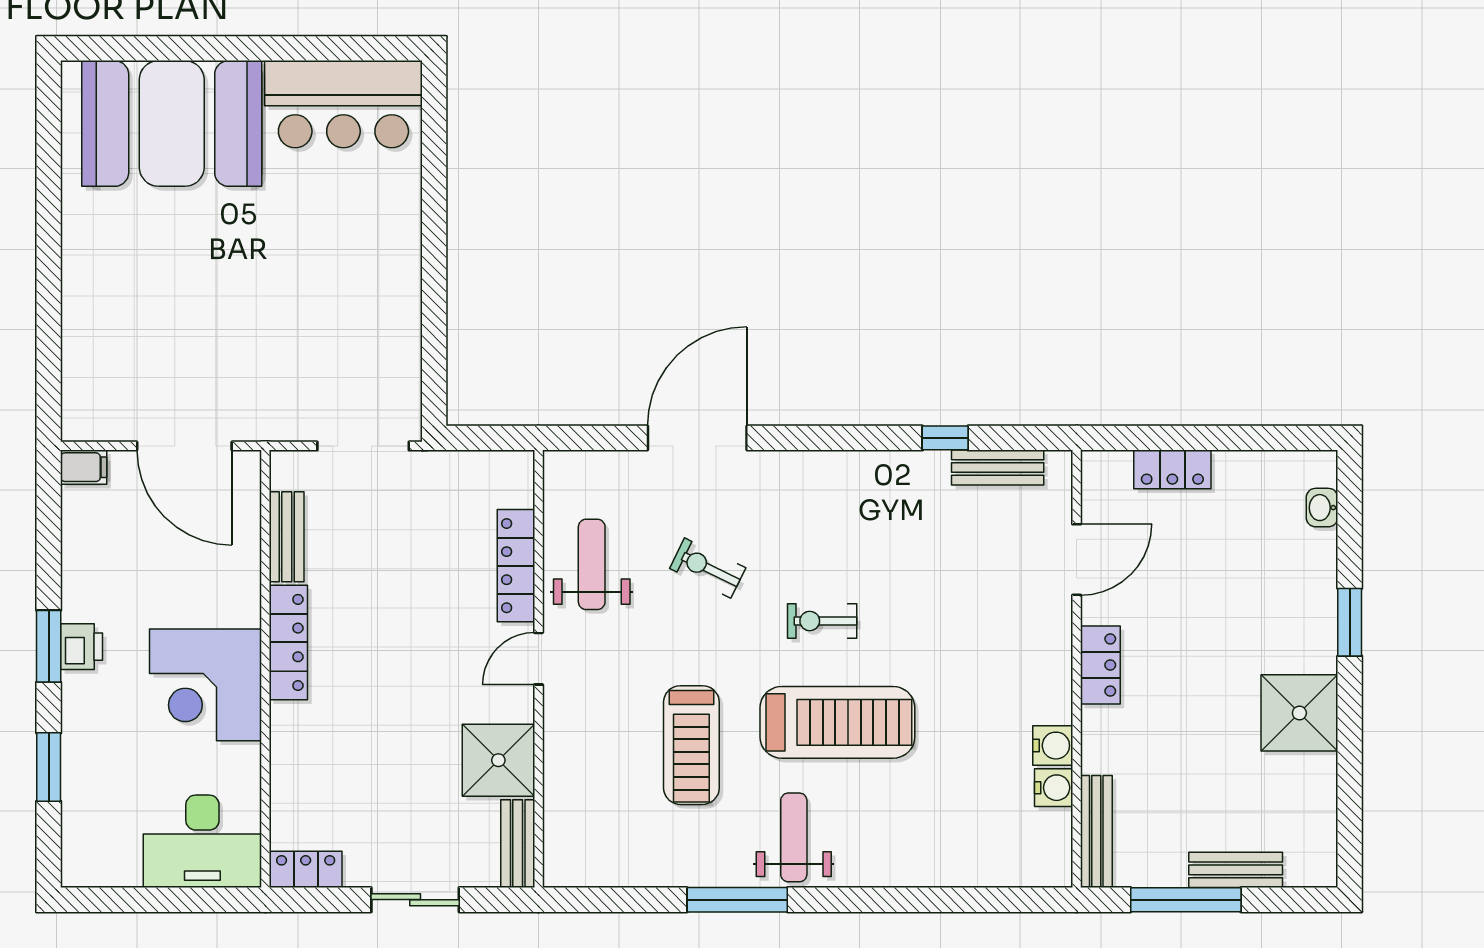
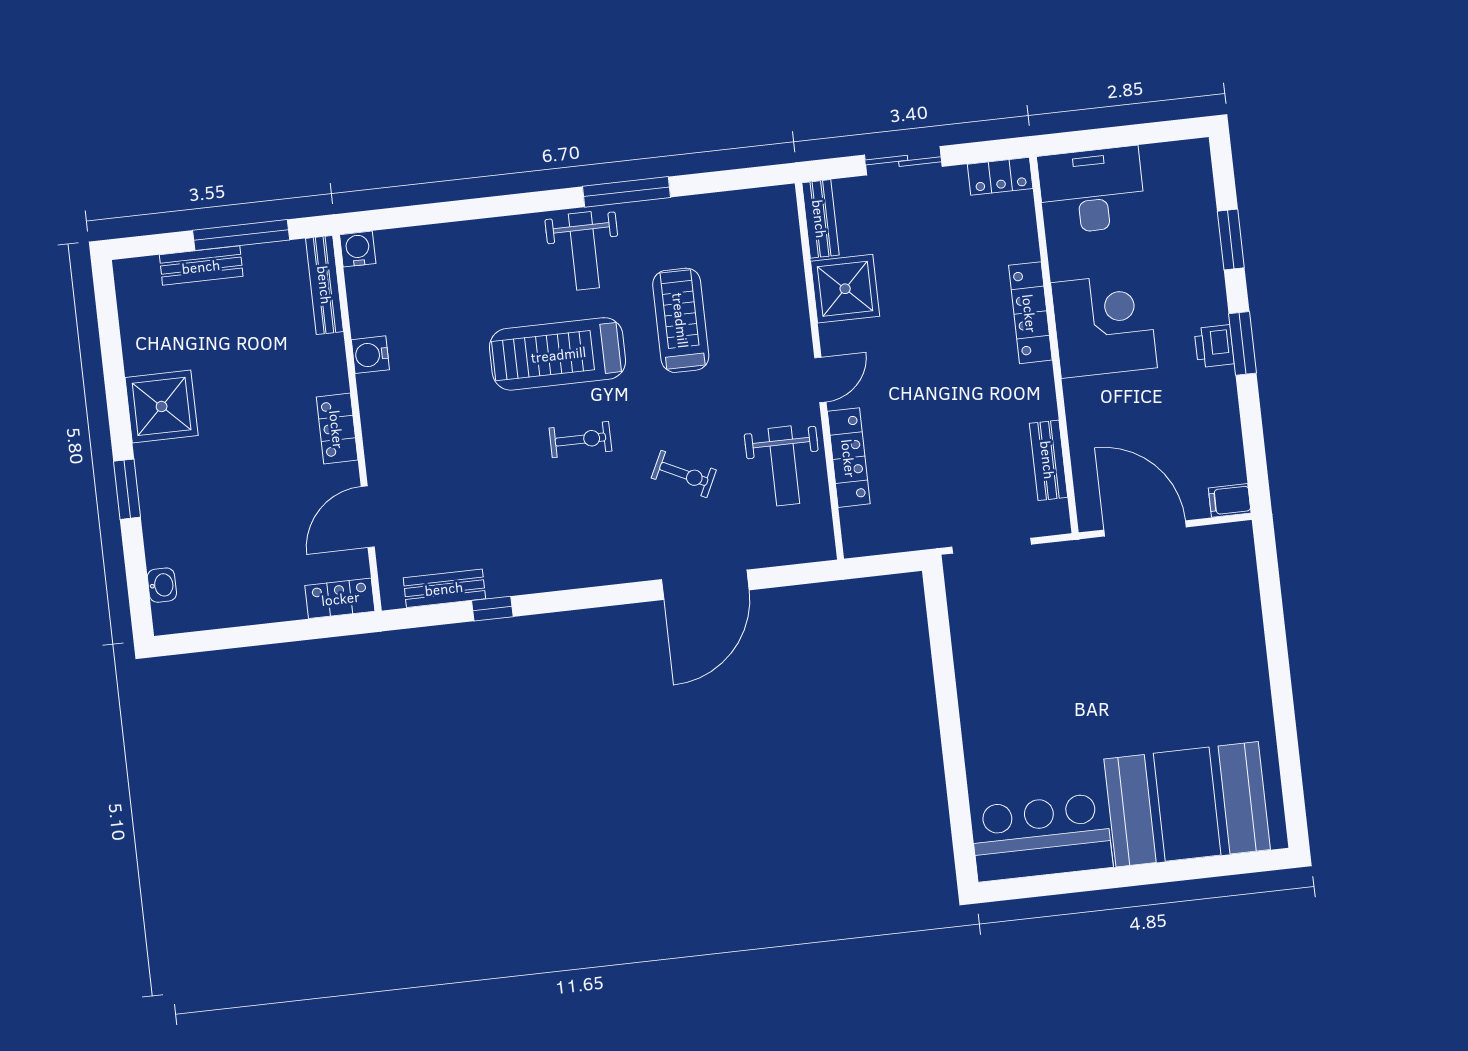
locker: (1172, 469) -> (340, 598), moved
locker: (288, 642) -> (1030, 313), moved
water cooler: (1054, 788) -> (358, 249), moved, turned 90

